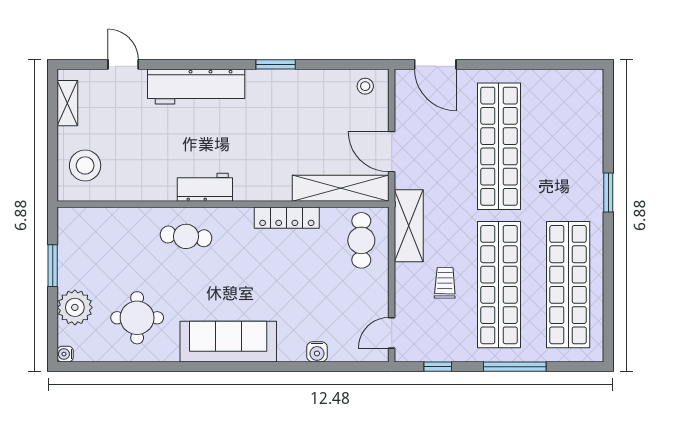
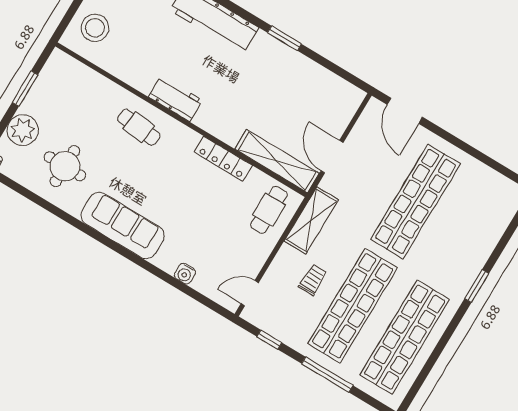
stool: (365, 86) -> (342, 95), removed

